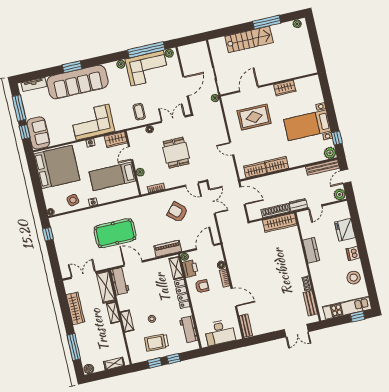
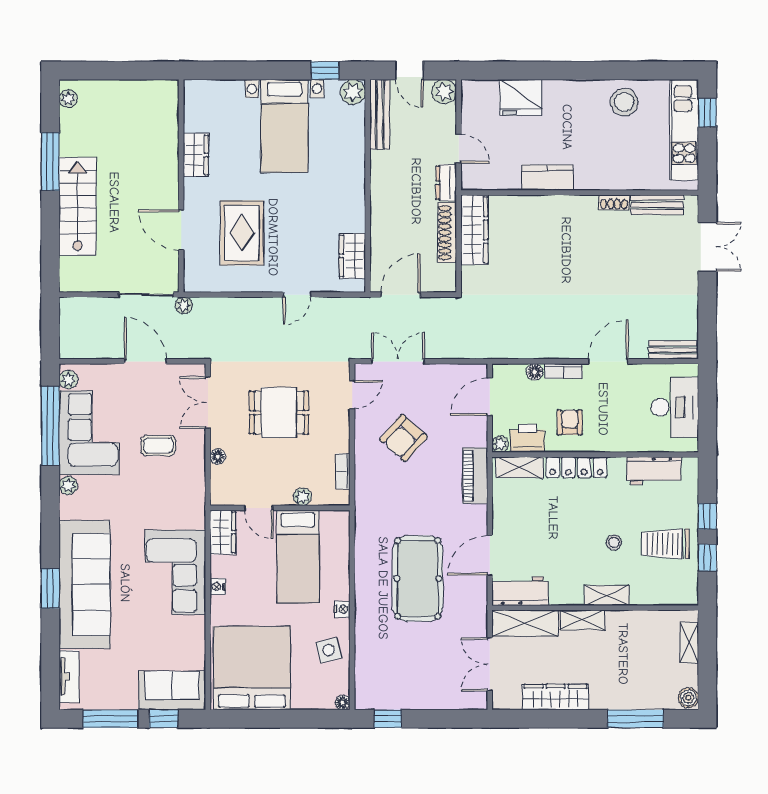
coffee table: (139, 112) -> (158, 446), moved
wardrobe: (277, 165) -> (352, 208), removed
door: (205, 247) -> (490, 397), hinge flipped
dishwasher: (353, 253) -> (574, 92), removed
trolley: (157, 342) -> (665, 544), turned 88

